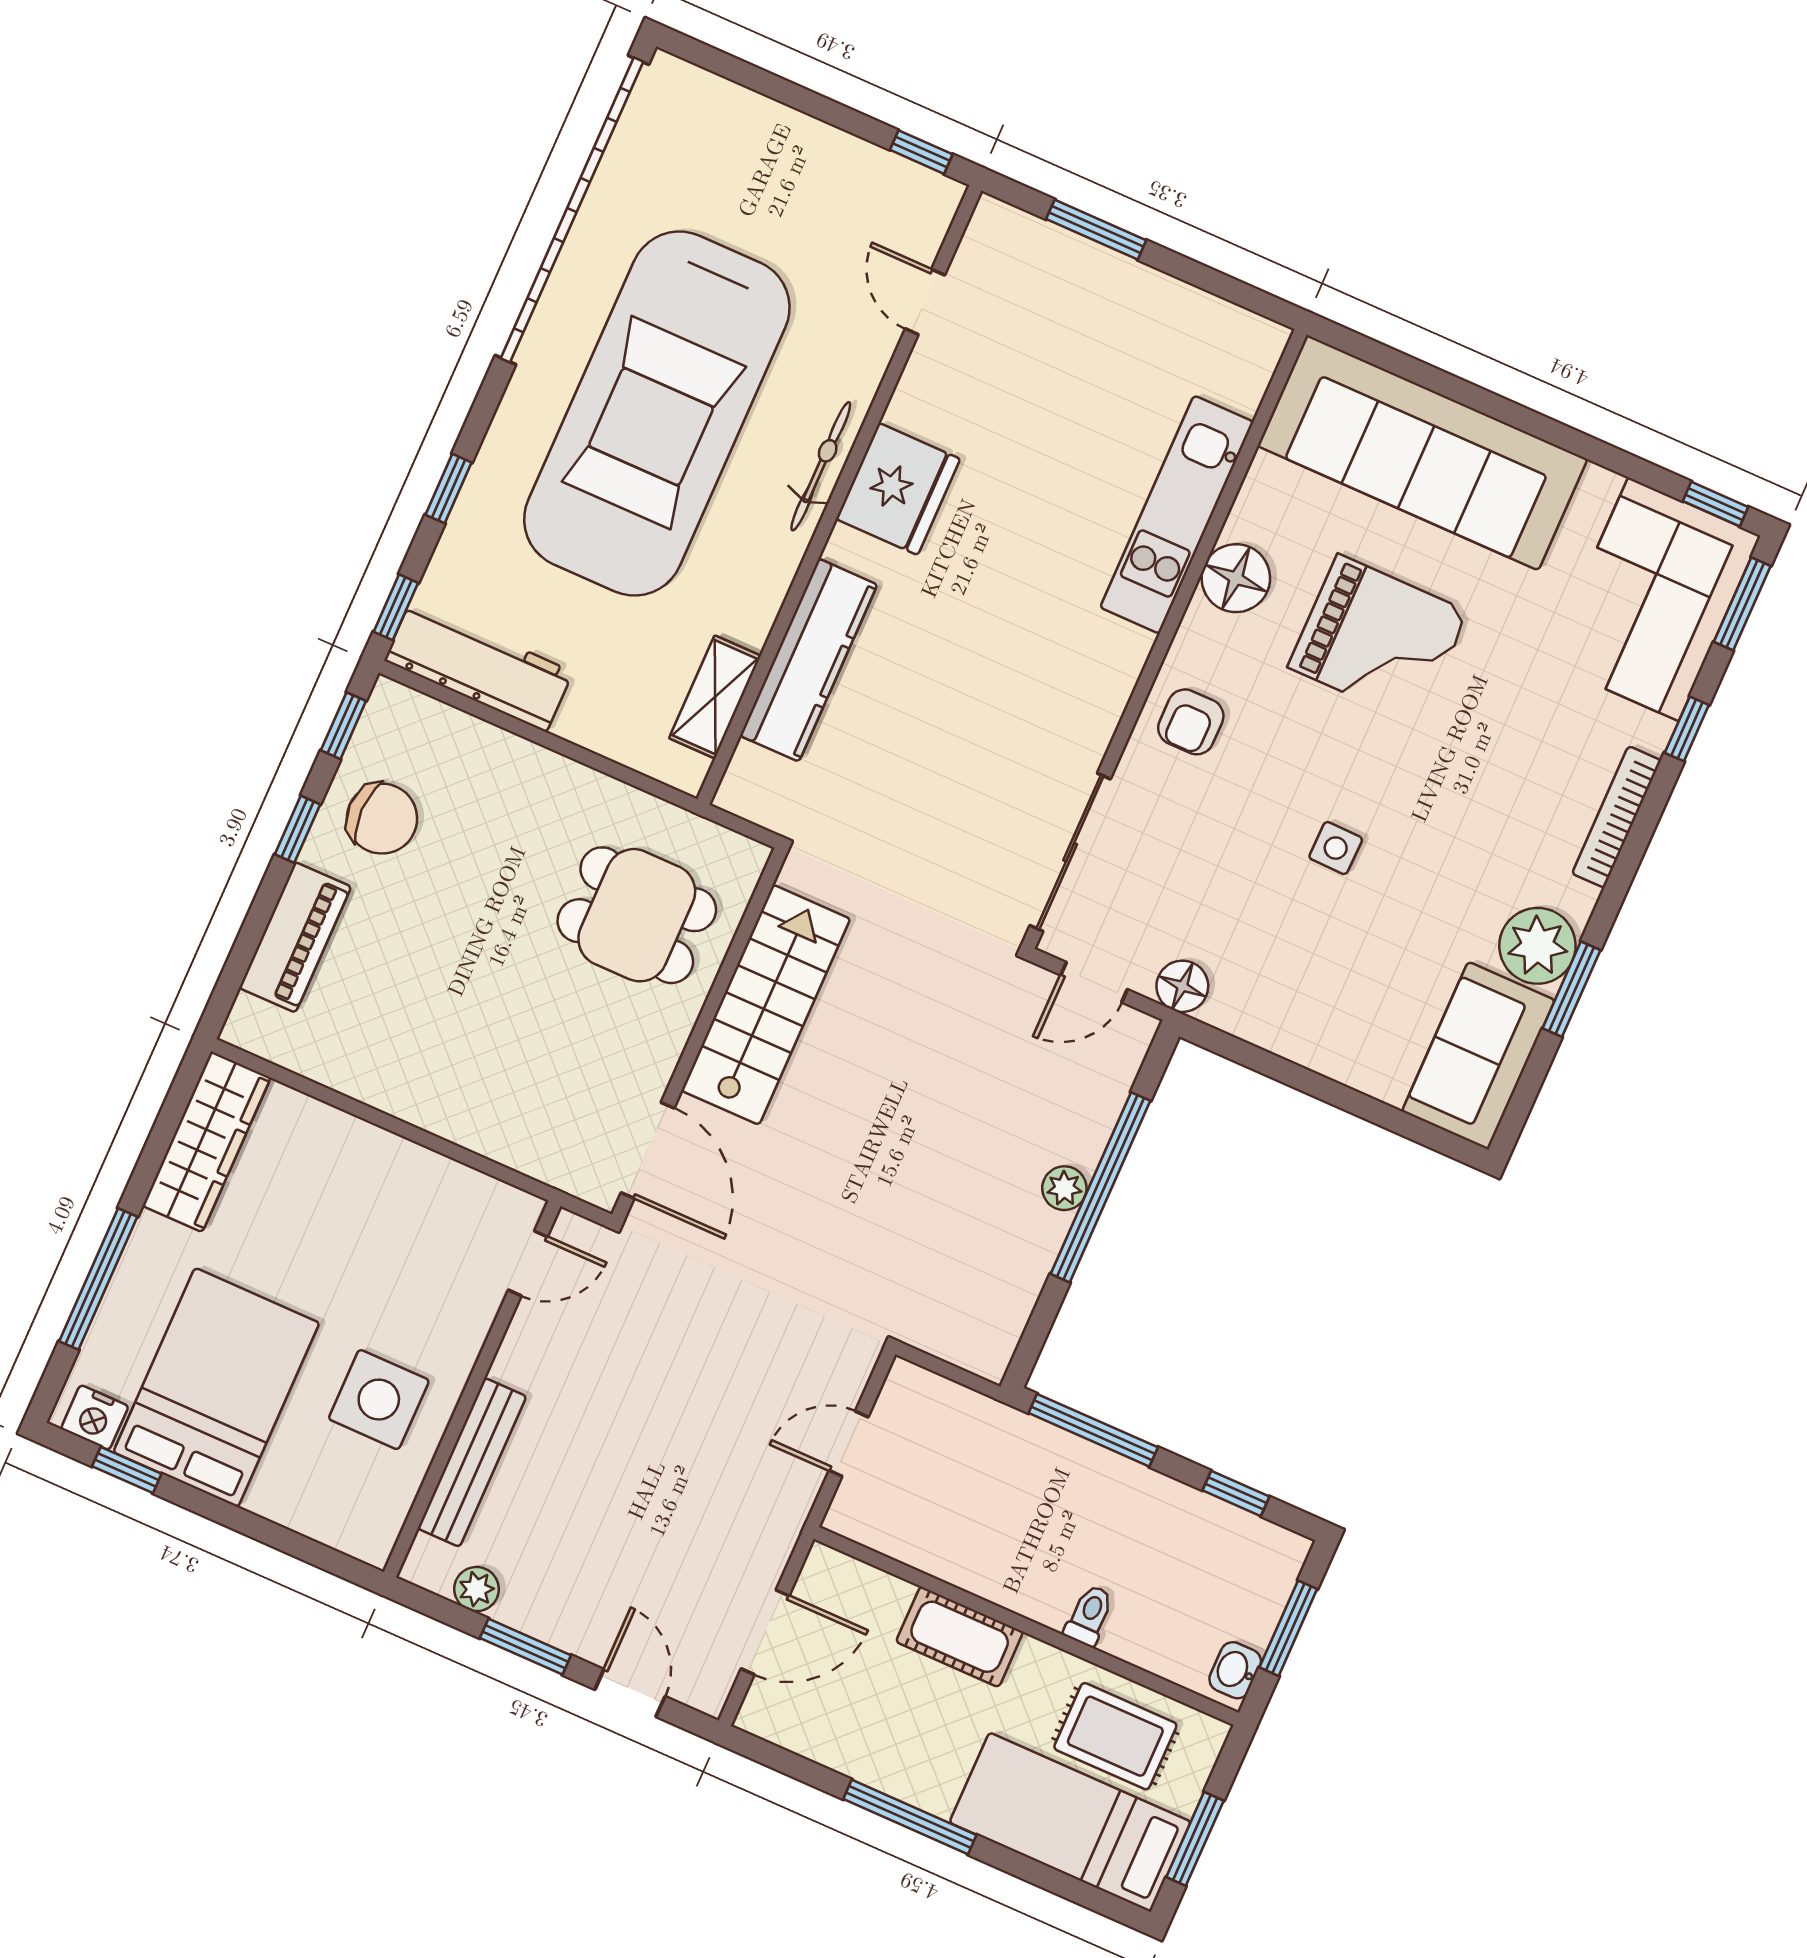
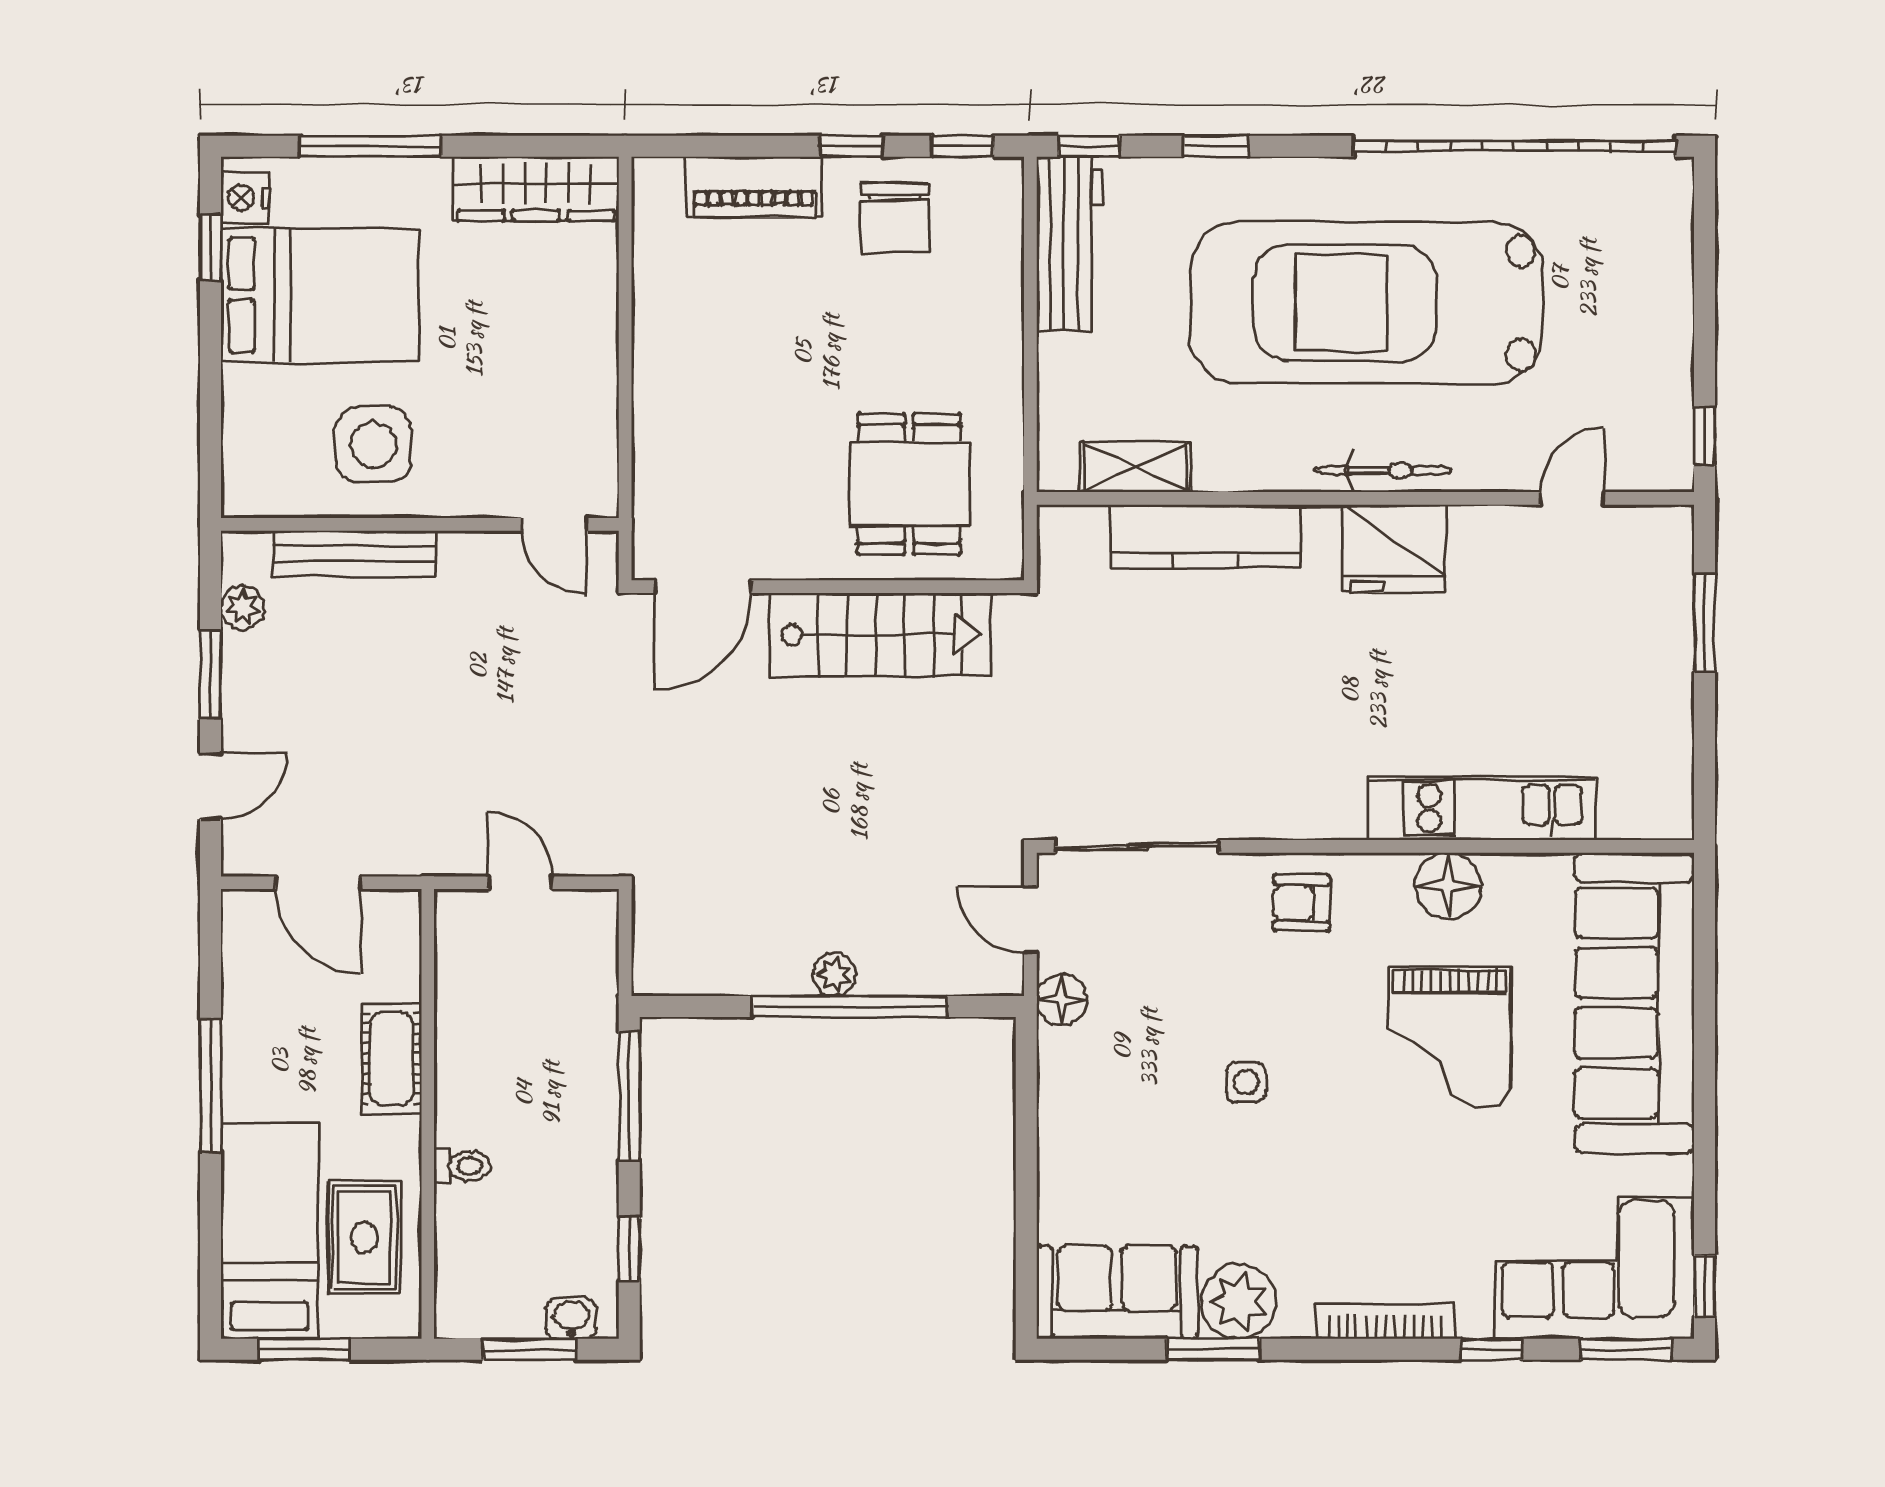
washbasin: (1235, 1670) -> (571, 1318), moved

